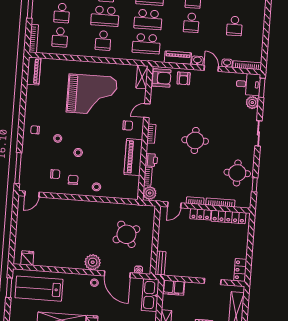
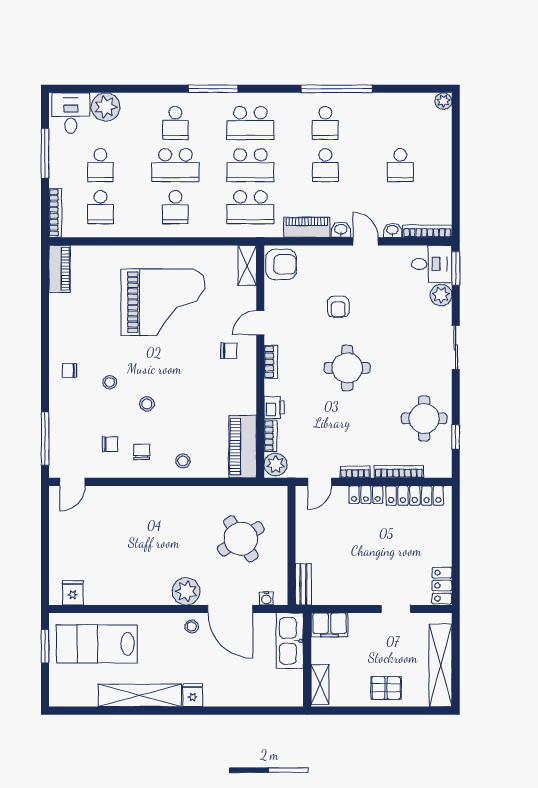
armchair: (184, 78) -> (338, 307), moved
piano: (133, 157) -> (243, 447), moved

